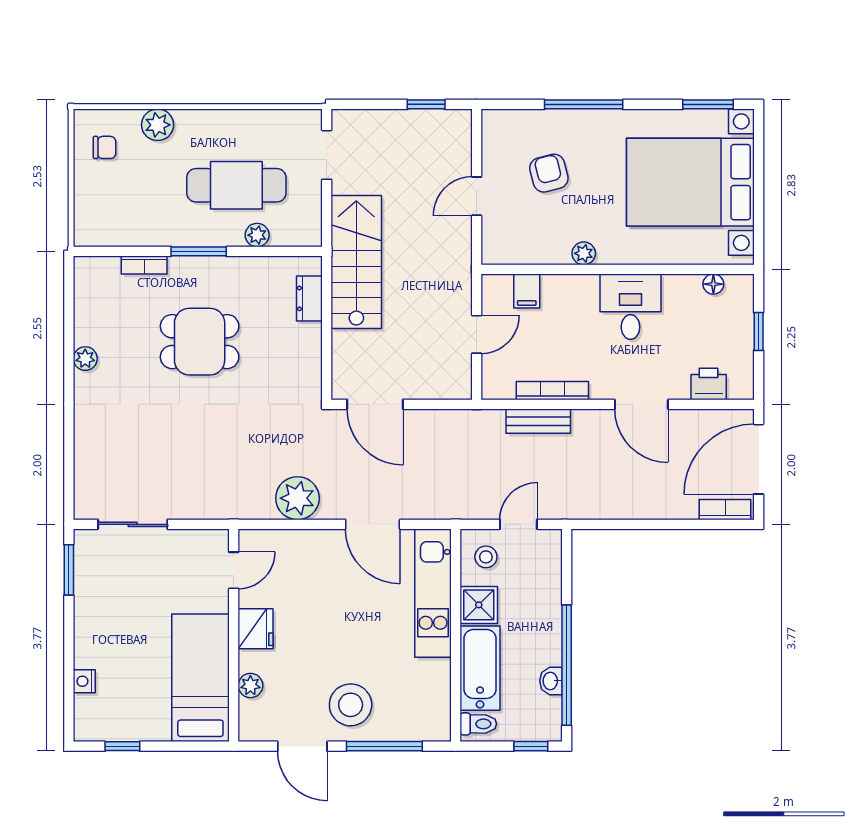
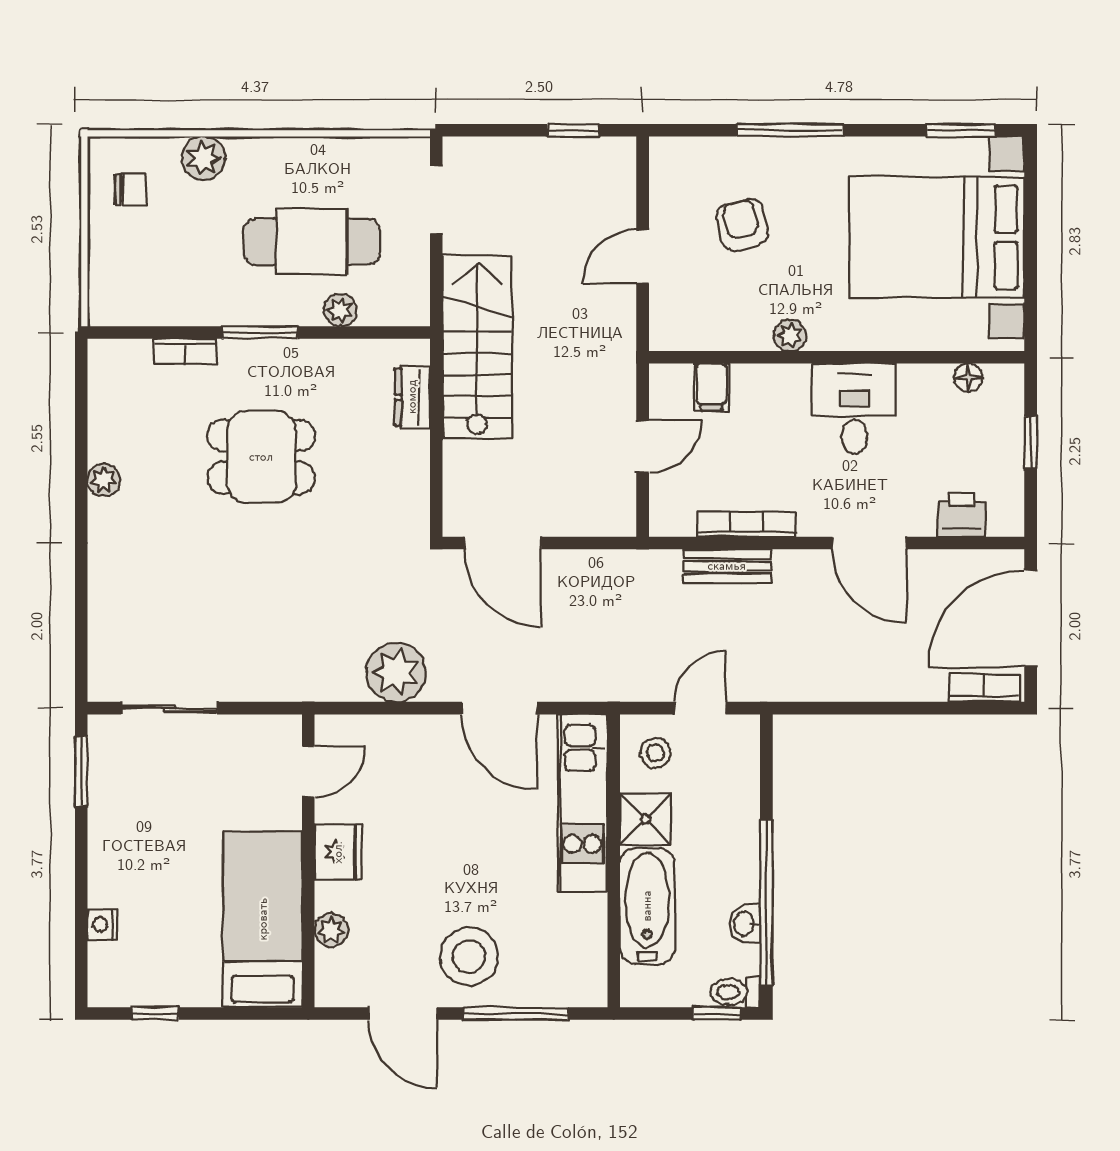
toilet: (478, 724) -> (735, 992), moved, turned 180

